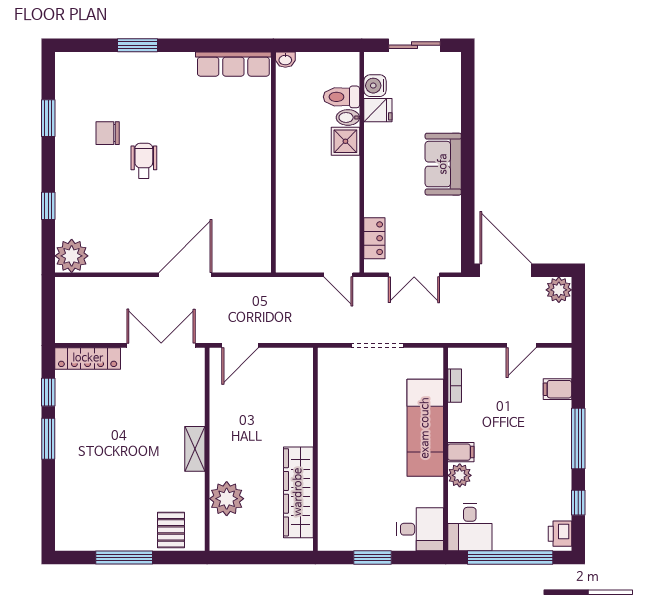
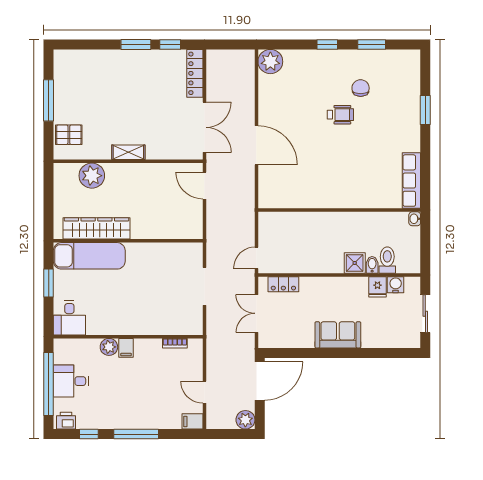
window: (48, 206) -> (327, 44), moved
filing cabinet: (557, 389) -> (193, 421), moved, turned -90
exam couch: (425, 428) -> (89, 256), moved, turned 180
desk: (470, 527) -> (71, 381), moved

